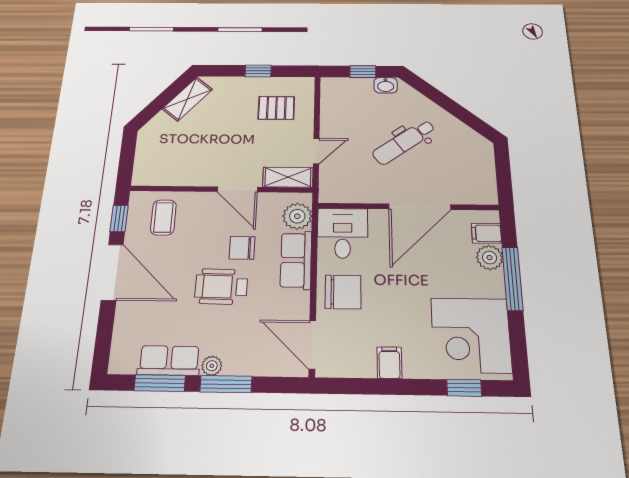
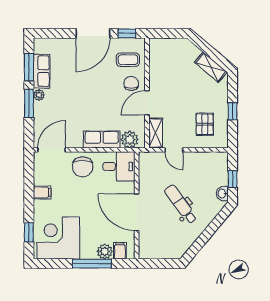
chair: (242, 248) -> (131, 83), moved
wheelchair: (221, 287) -> (85, 97), removed

